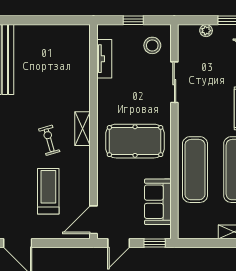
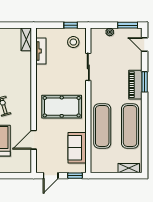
window: (133, 20) -> (71, 25), moved
shelving: (83, 129) -> (26, 39), moved
door: (93, 220) -> (34, 140), moved

